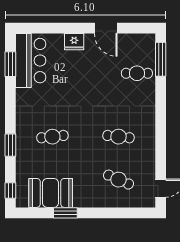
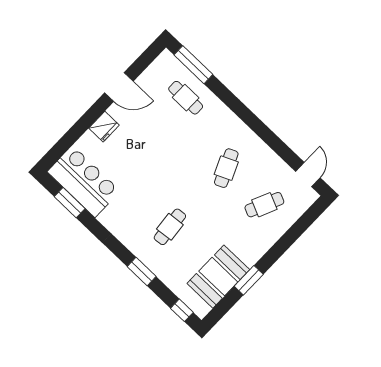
cafe table: (137, 73) -> (186, 98), turned 90
cafe table: (119, 137) -> (226, 168), turned -30

